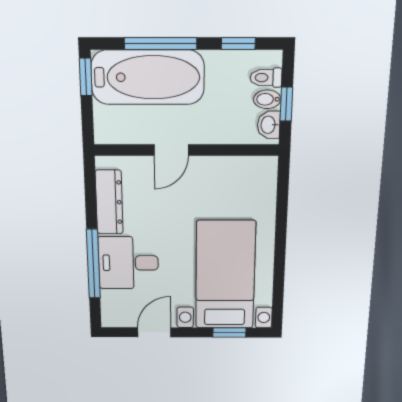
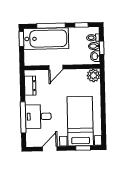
plant: (262, 172) -> (93, 75), added
dresser: (109, 202) -> (30, 86), width x0.70

